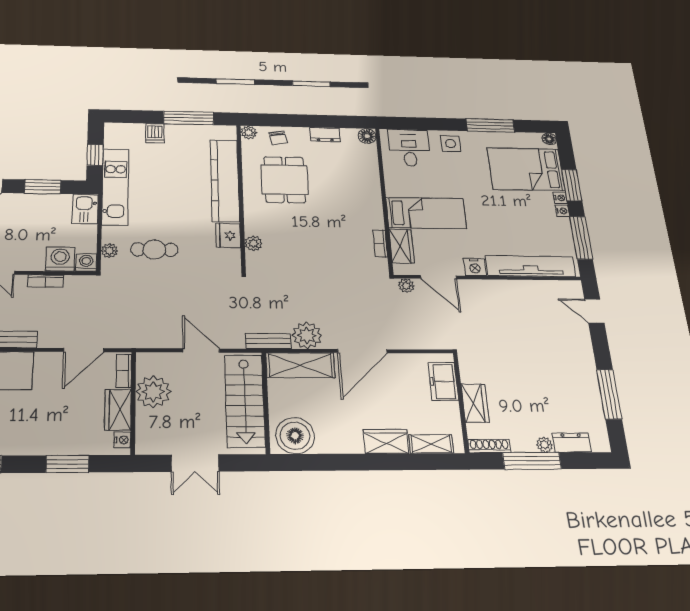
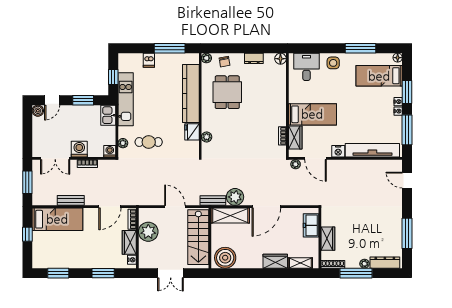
bed: (526, 169) -> (379, 76), width x0.67
washing machine: (60, 259) -> (79, 149), moved
dresser: (572, 443) -> (385, 263), width x1.44

